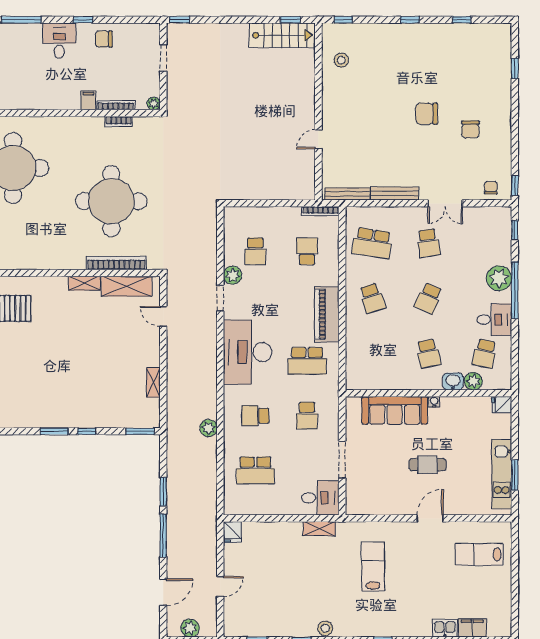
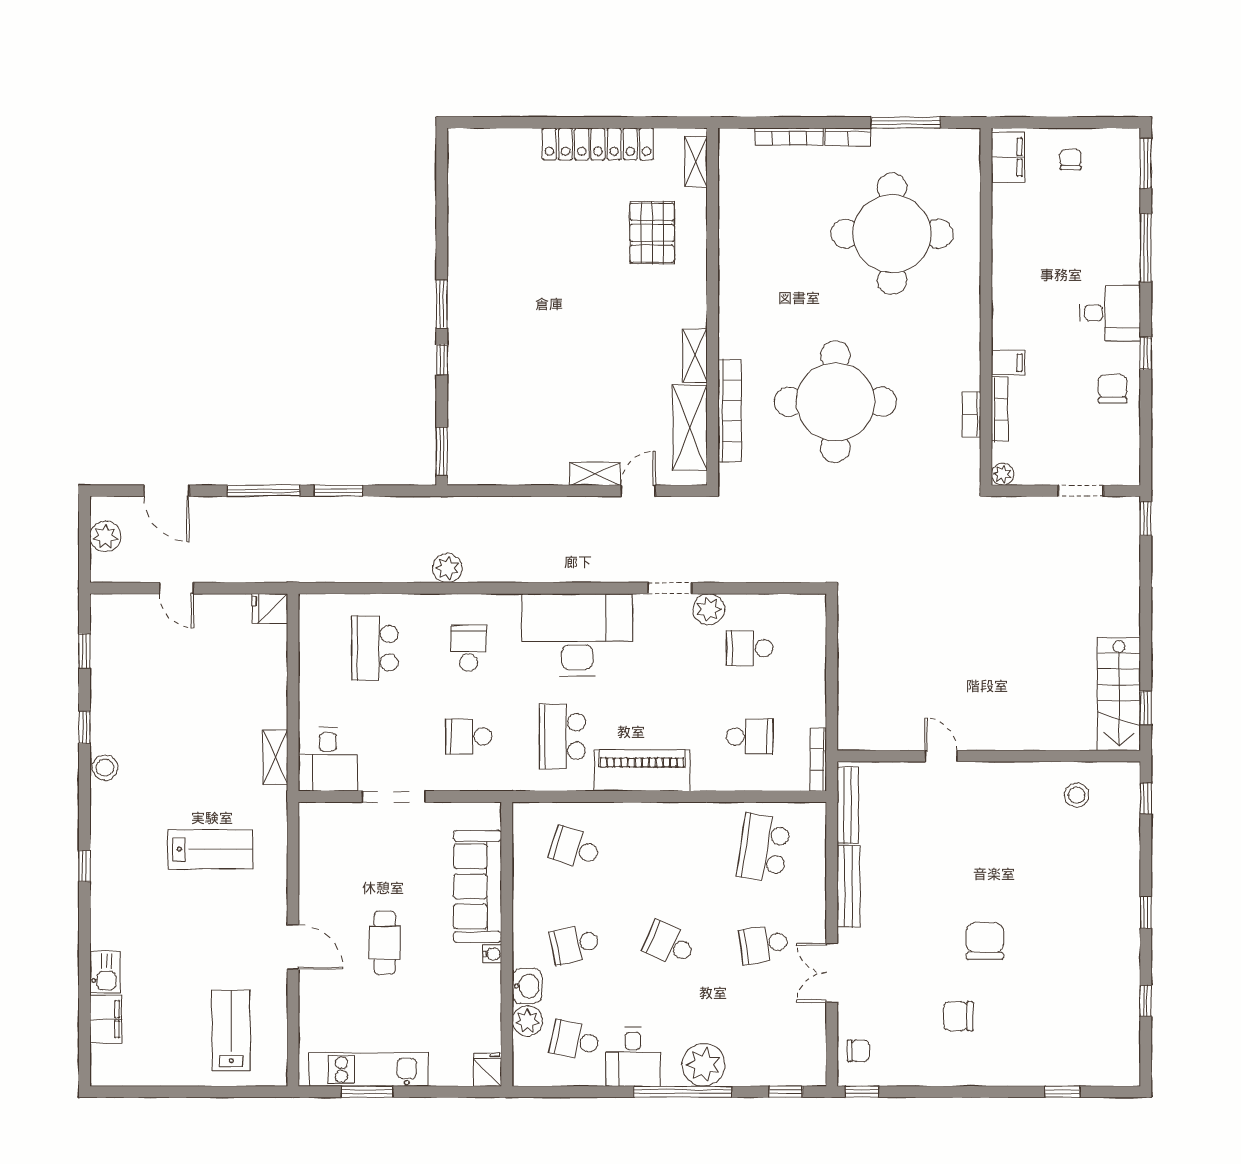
school desk: (372, 298) -> (575, 848), moved, turned 36
shelving: (153, 382) -> (595, 474), moved

